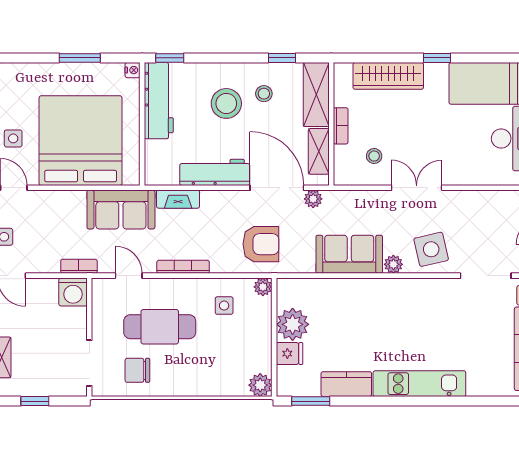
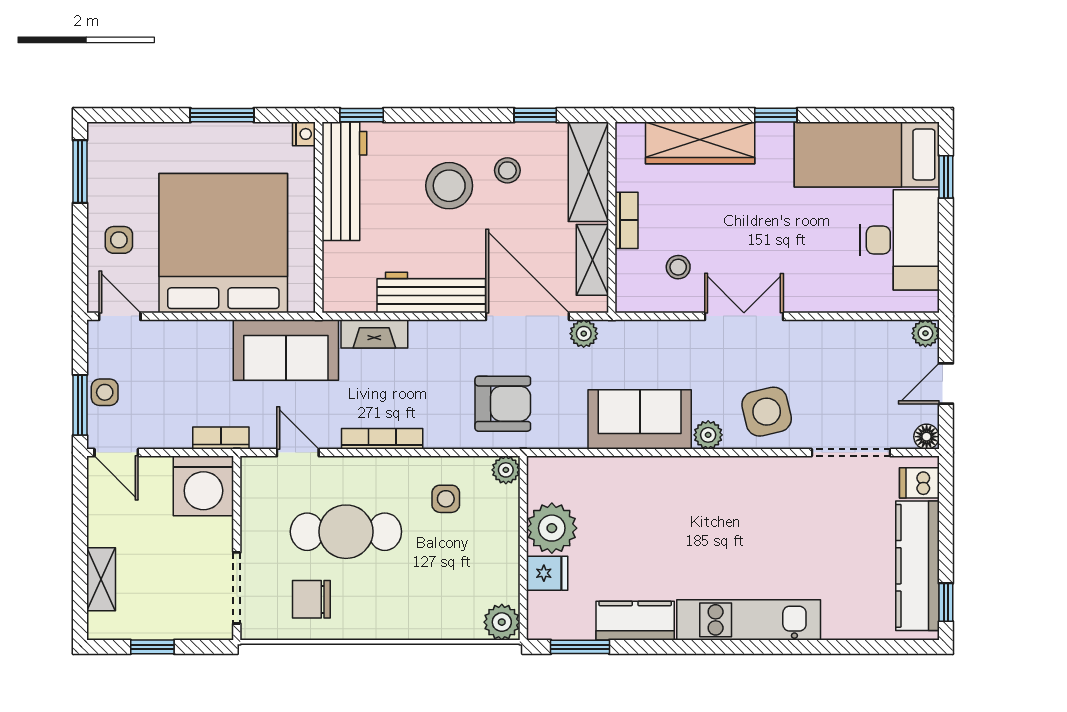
washing machine: (73, 292) -> (203, 486), width x1.37, depth x1.37

